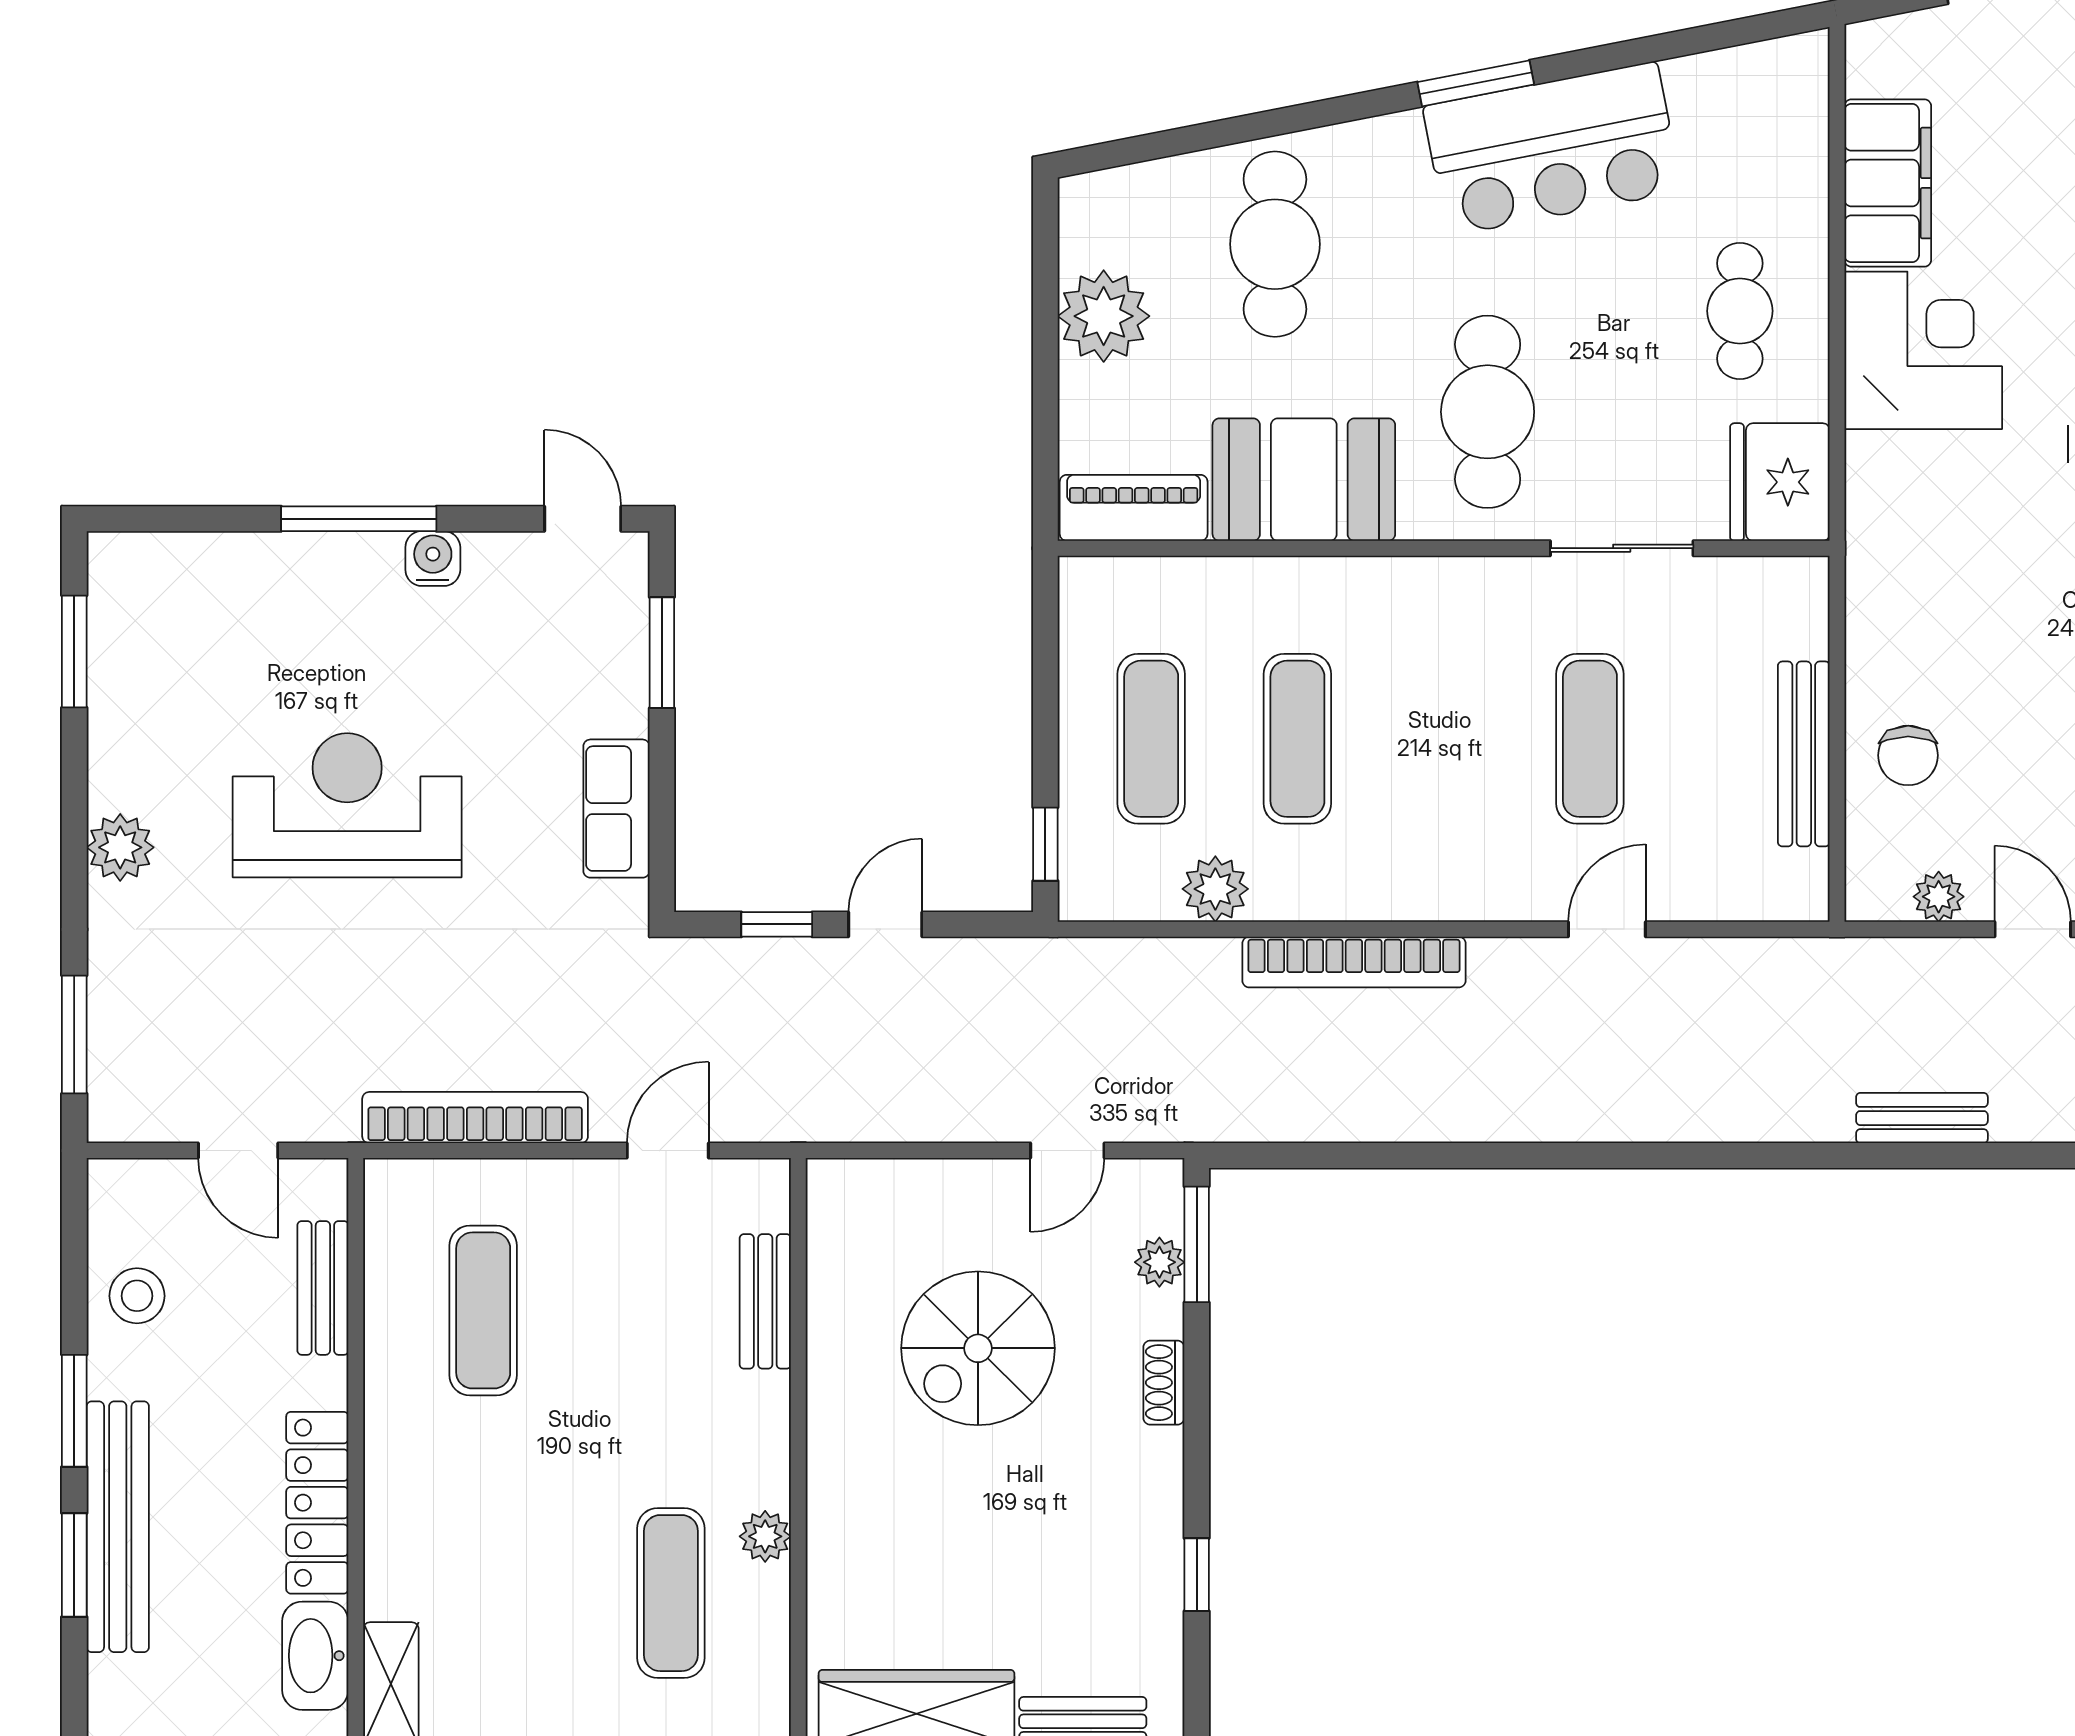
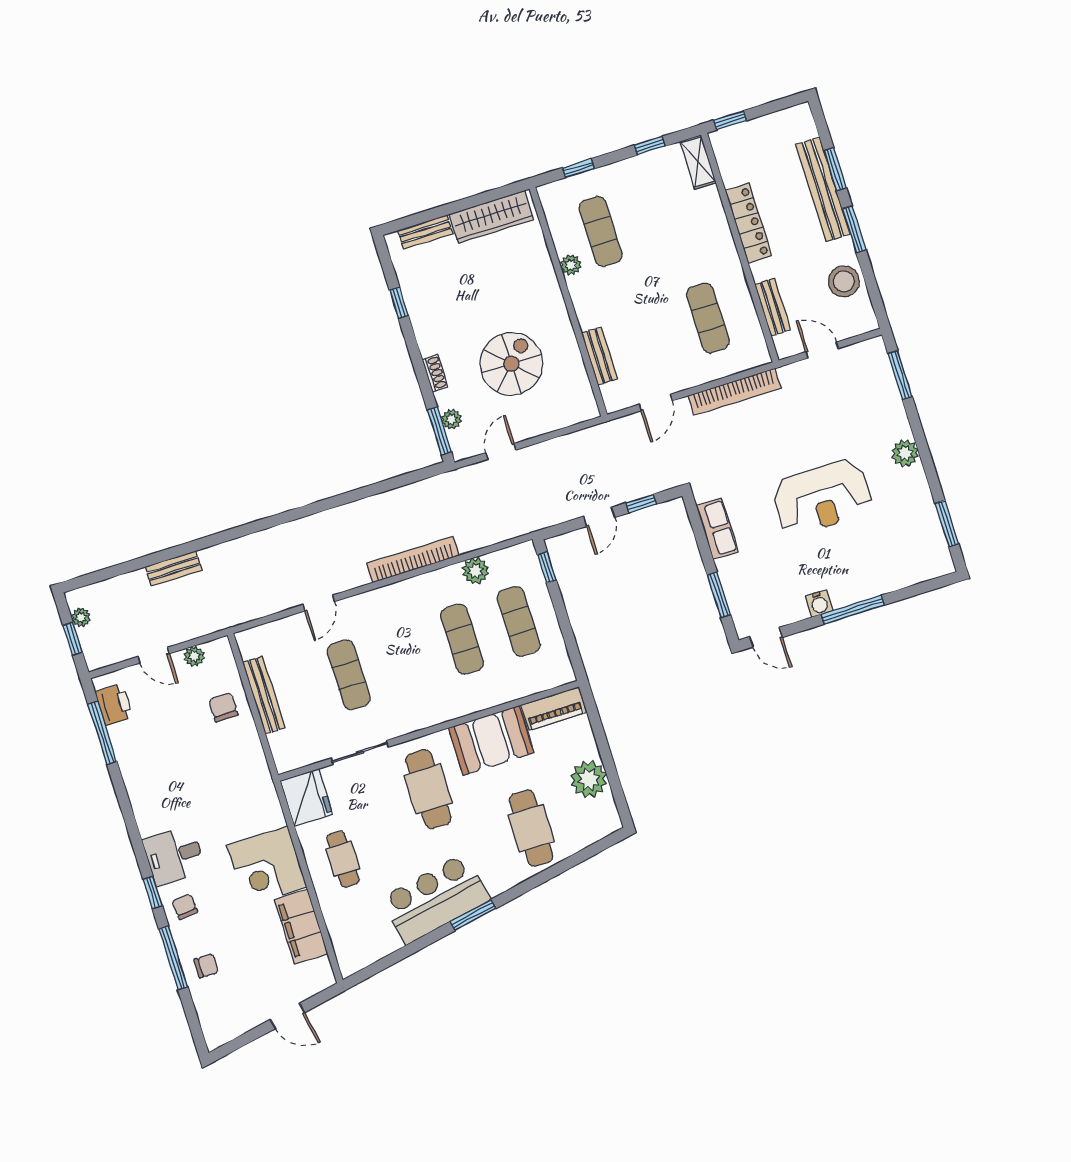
stool: (137, 1296) -> (844, 281), width x1.38, depth x1.38
washbasin: (315, 1656) -> (731, 164), removed

